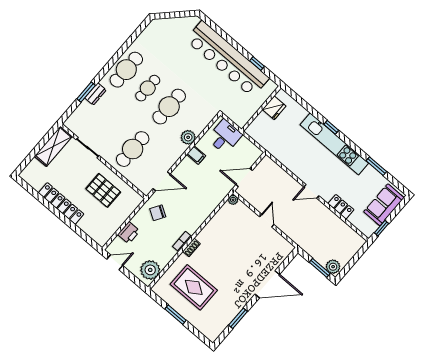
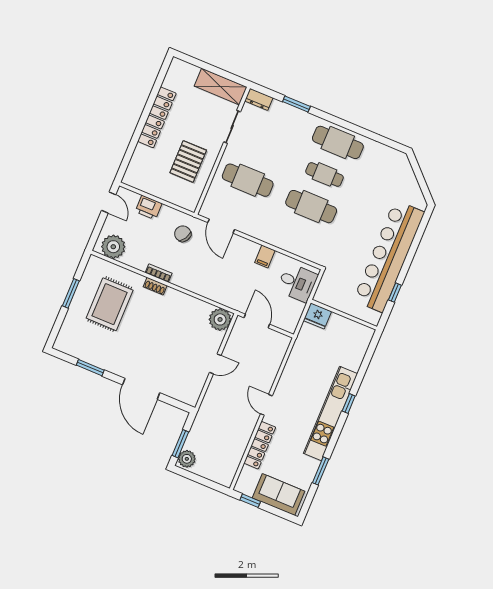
dresser: (95, 94) -> (259, 99), moved
fridge: (274, 108) -> (317, 316), moved
plant: (188, 137) -> (283, 240), removed
plant: (233, 200) -> (220, 319), width x1.88, depth x1.88
locker: (341, 207) -> (260, 445), width x1.53

